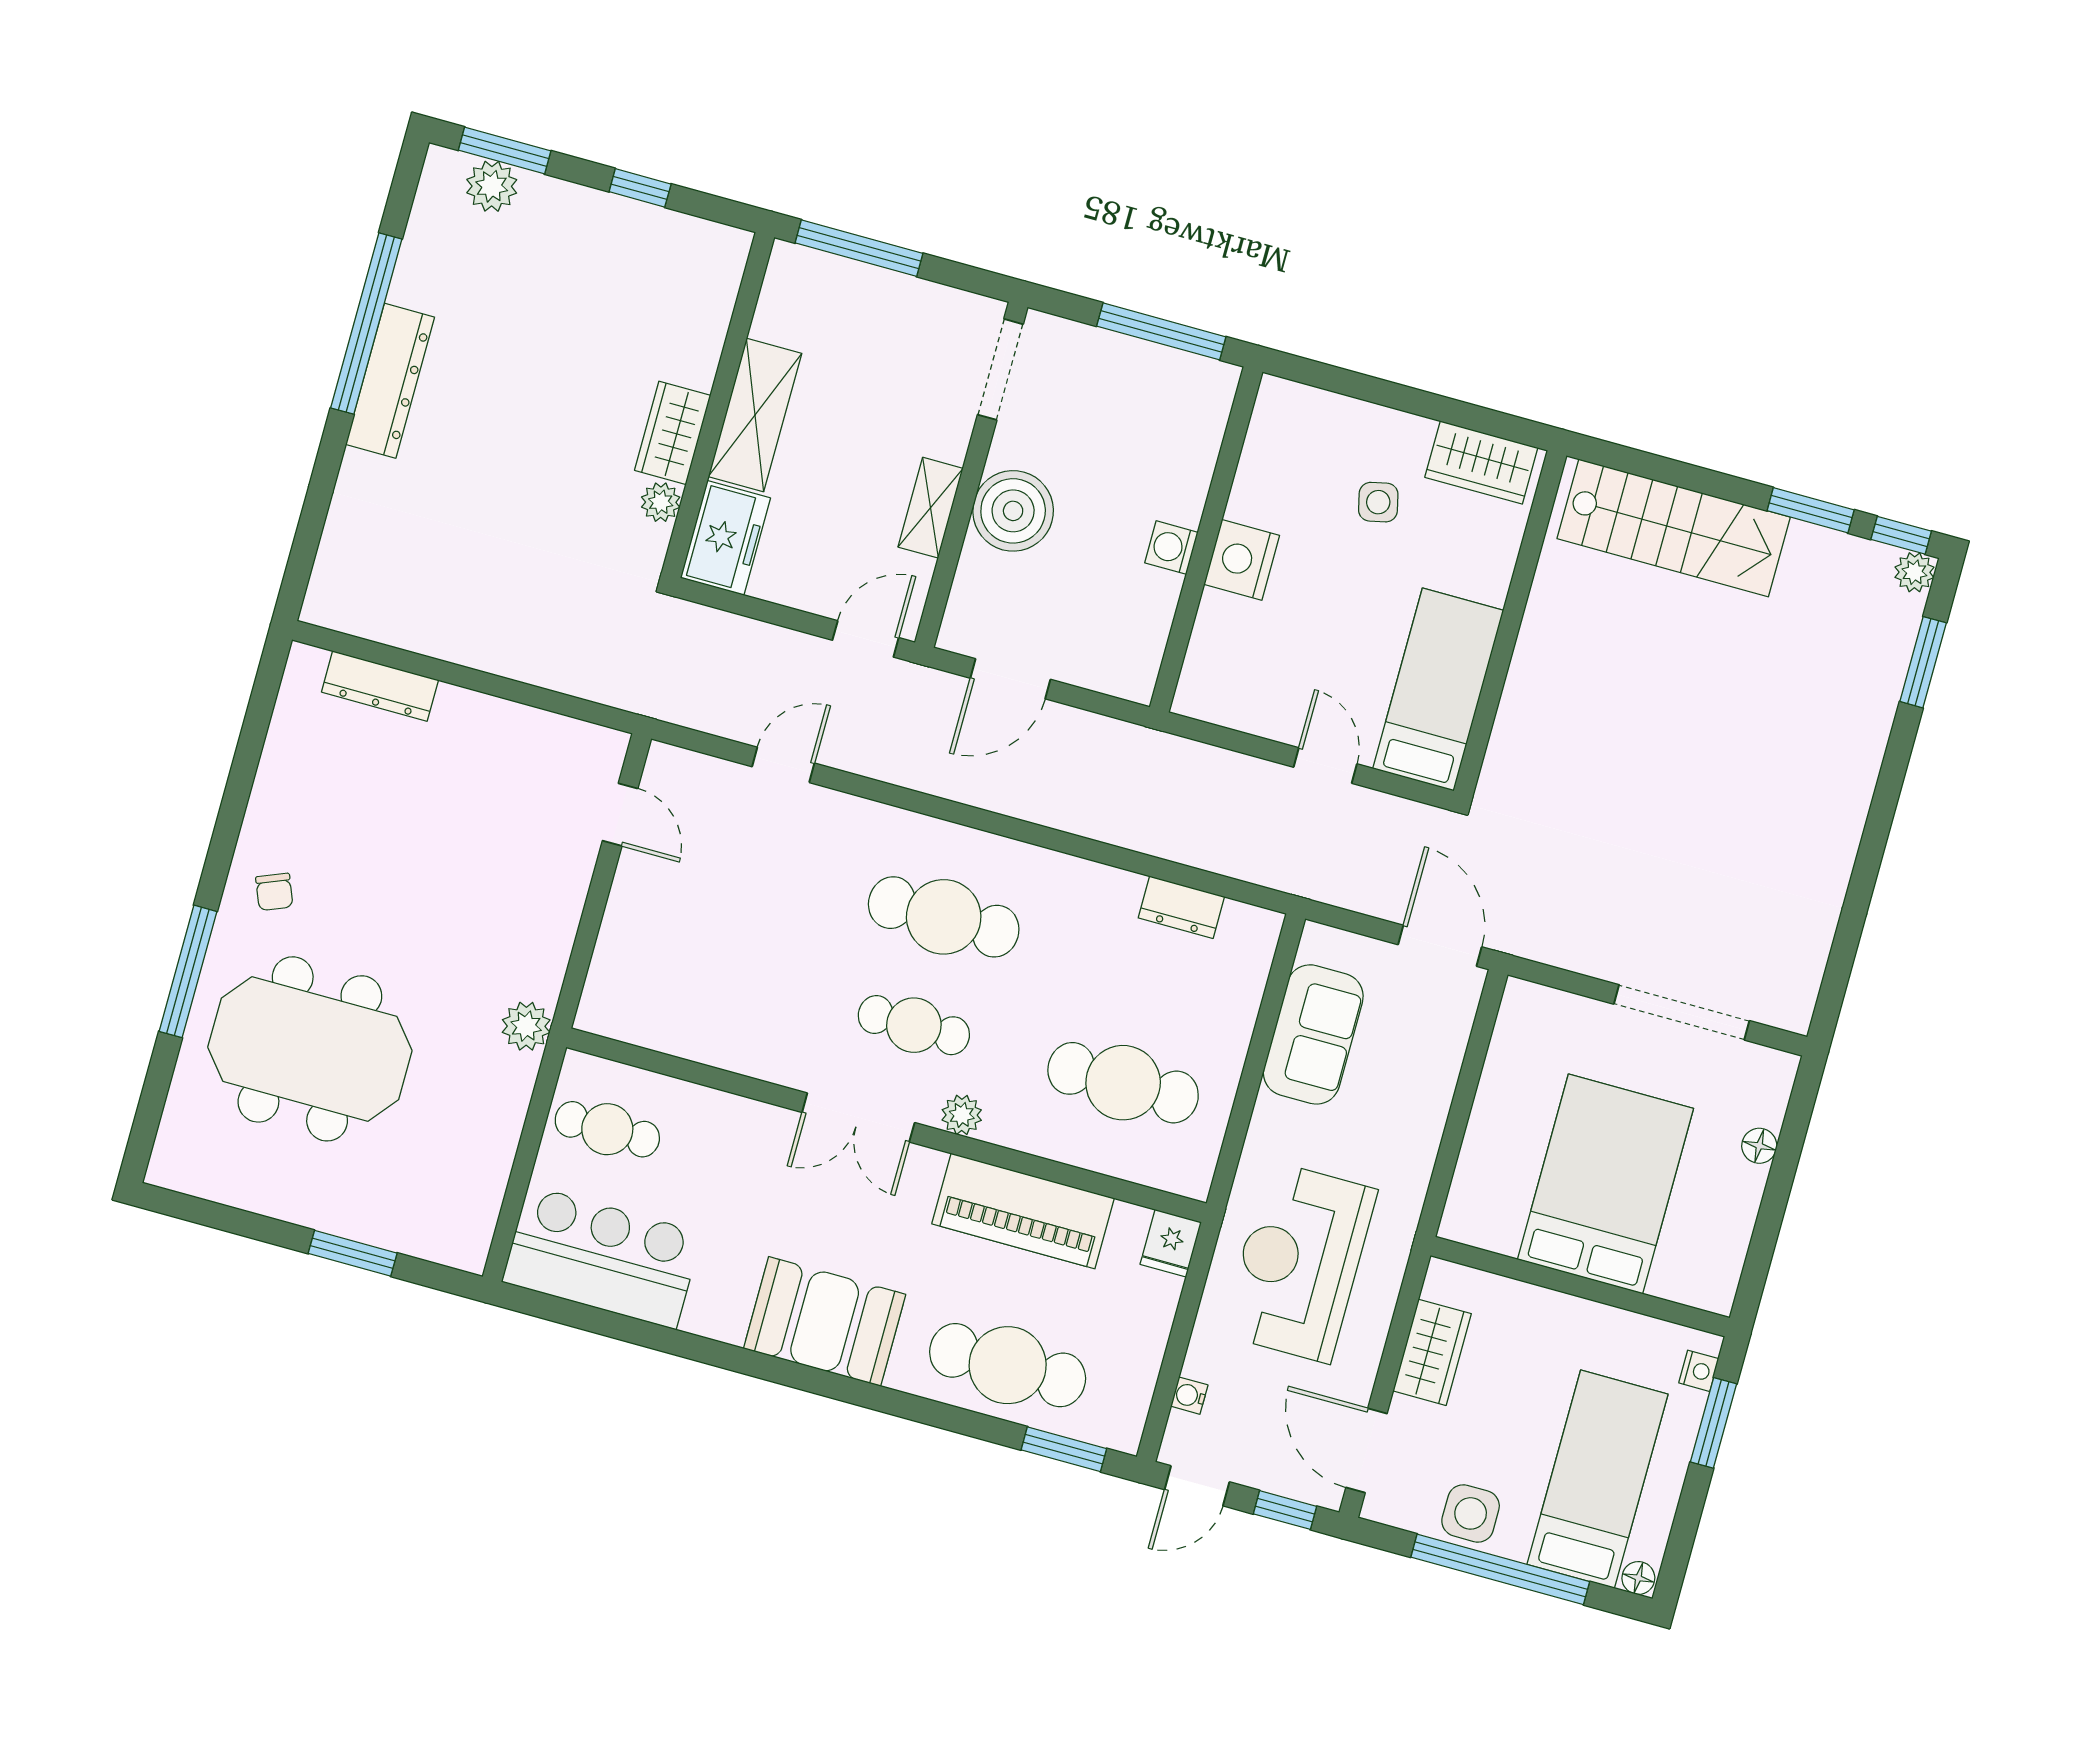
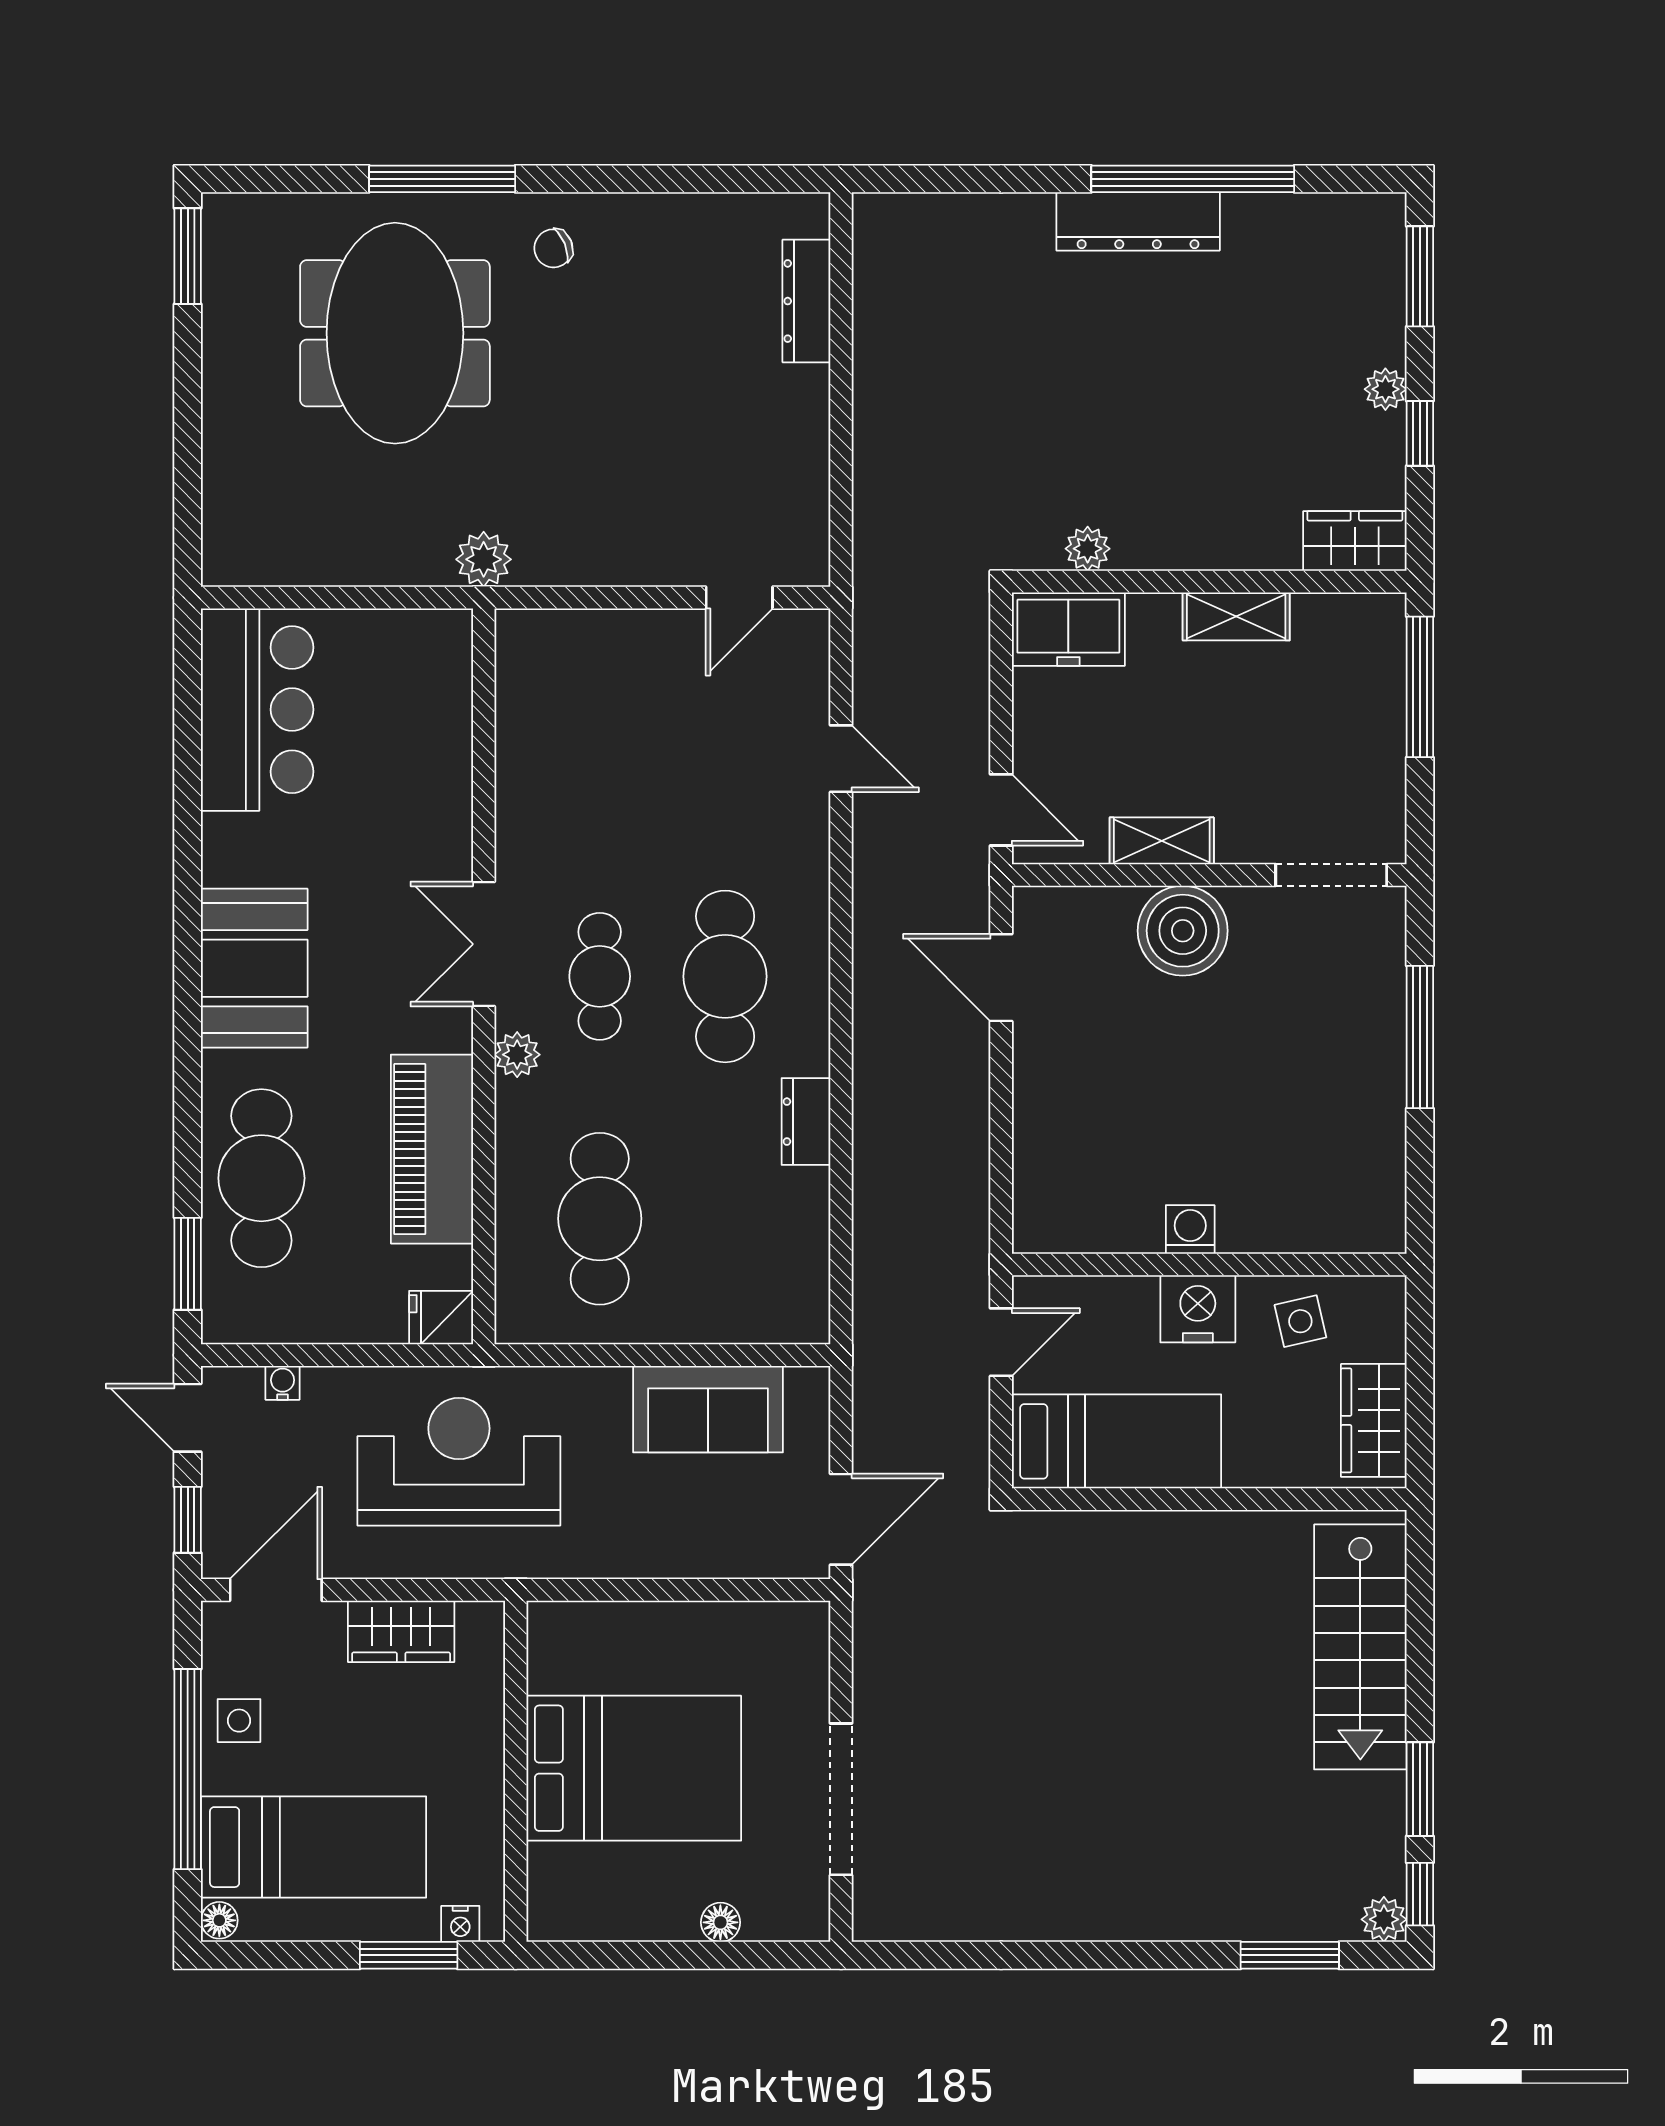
plant: (492, 186) -> (1385, 389), moved, width x0.73, depth x0.73
shelving: (755, 415) -> (1236, 616), width x0.67, depth x0.75
wardrobe: (673, 433) -> (1355, 541), moved
wall: (1206, 540) -> (1209, 1264), moved
washing machine: (1171, 548) -> (1190, 1229), moved
nightstand: (1242, 560) -> (1198, 1309), moved
dresser: (1181, 907) -> (806, 1122), moved
cafe table: (607, 1129) -> (397, 677), removed
window: (353, 1253) -> (188, 256), moved
side table: (1471, 1513) -> (239, 1721), width x0.73, depth x0.73

